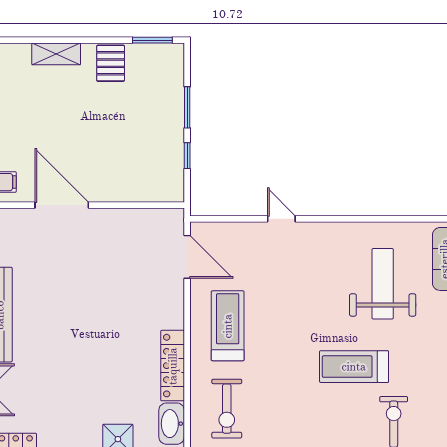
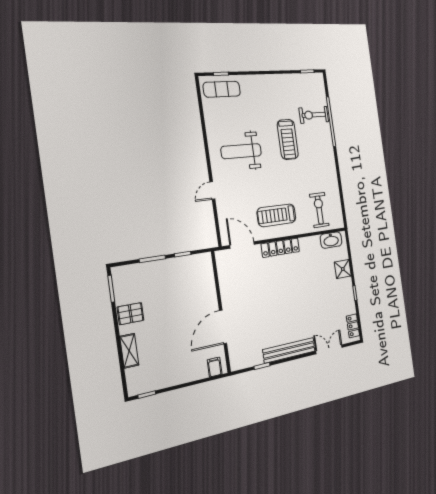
door: (187, 257) -> (242, 245), hinge flipped
weight bench: (383, 284) -> (241, 151), moved
locker: (173, 366) -> (280, 248), moved
exercise bike: (227, 409) -> (319, 210), turned -90

